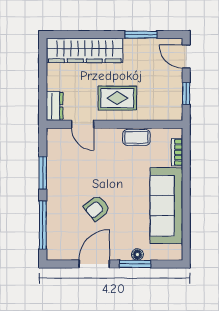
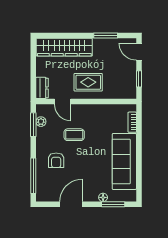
coffee table: (136, 137) -> (74, 135), moved
plant: (53, 152) -> (41, 122), added
window: (43, 173) -> (33, 125), moved
armchair: (97, 208) -> (56, 160), moved, turned -52
window: (135, 264) -> (113, 204), moved

